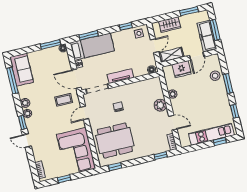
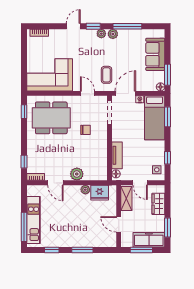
freezer: (207, 36) -> (149, 240), moved
fridge: (182, 69) -> (100, 193), moved, turned -90
sofa: (22, 70) -> (155, 54), moved, turned 90
tv unit: (120, 76) -> (117, 155), moved
stool: (215, 76) -> (94, 238), removed
window: (12, 81) -> (127, 26), moved
door: (173, 123) -> (55, 183), hinge flipped
dining table: (115, 141) -> (51, 118), turned 90
window: (220, 141) -> (24, 227), width x2.17
window: (64, 179) -> (24, 56), removed

